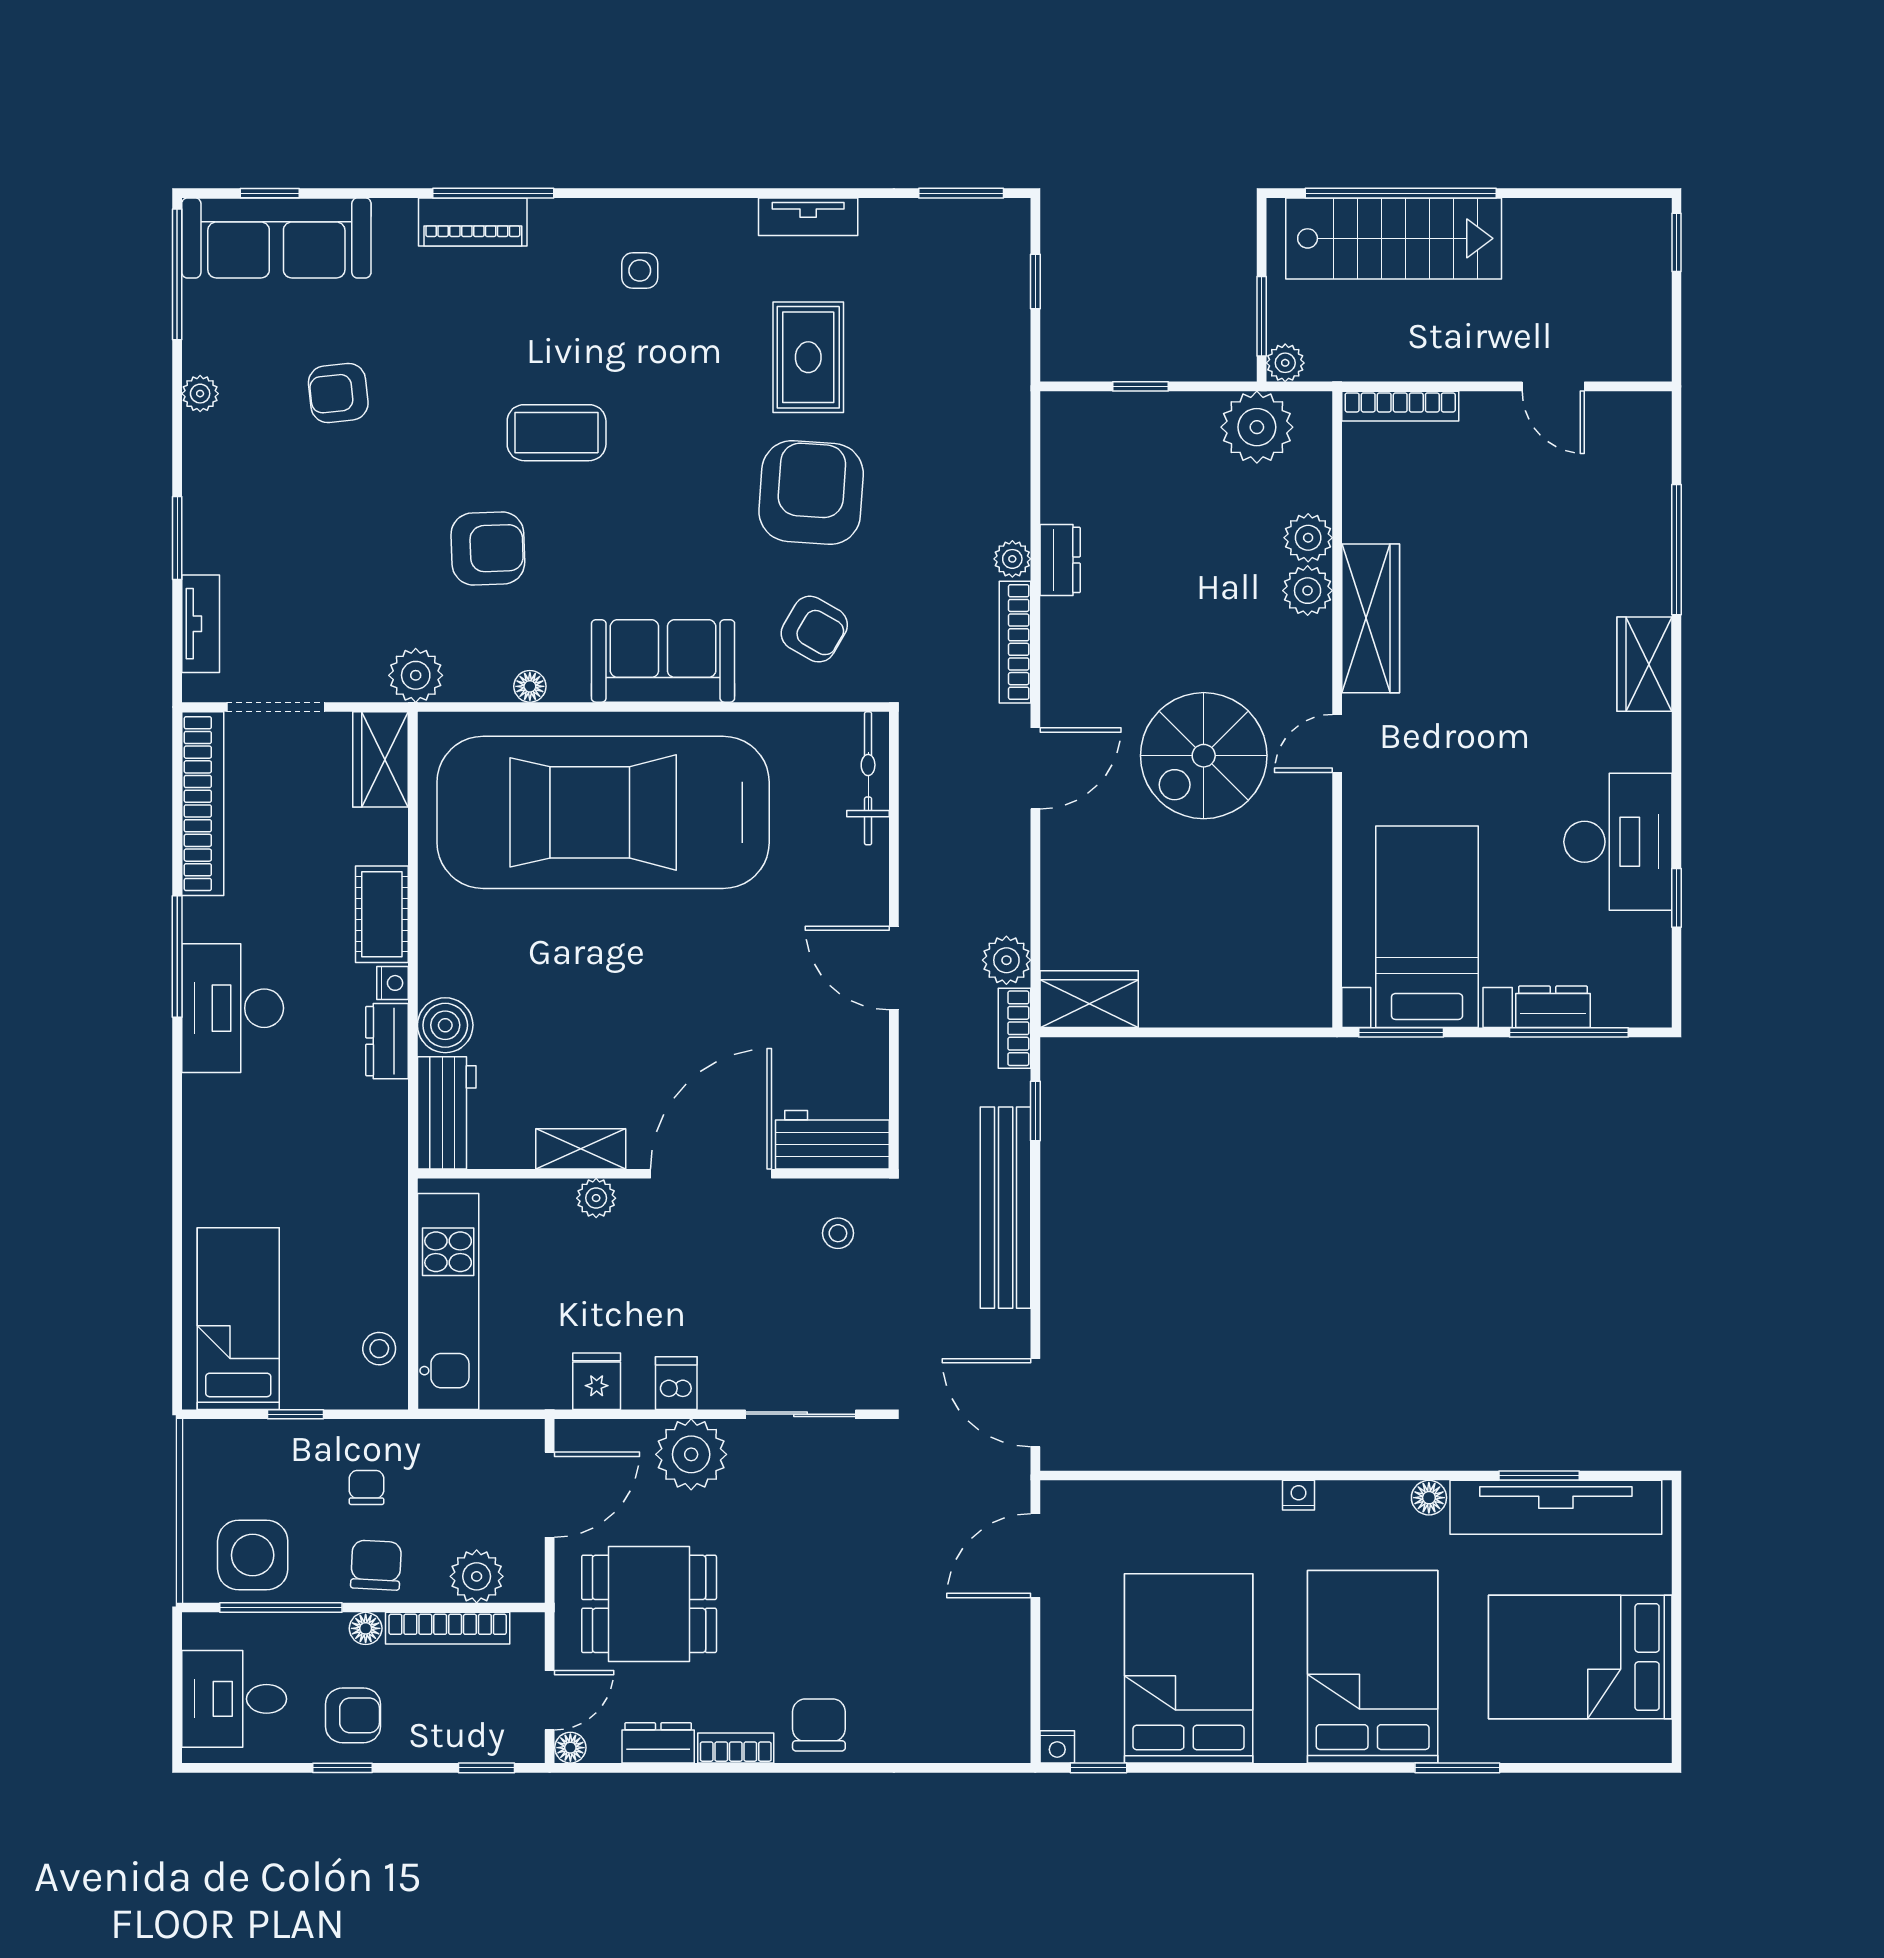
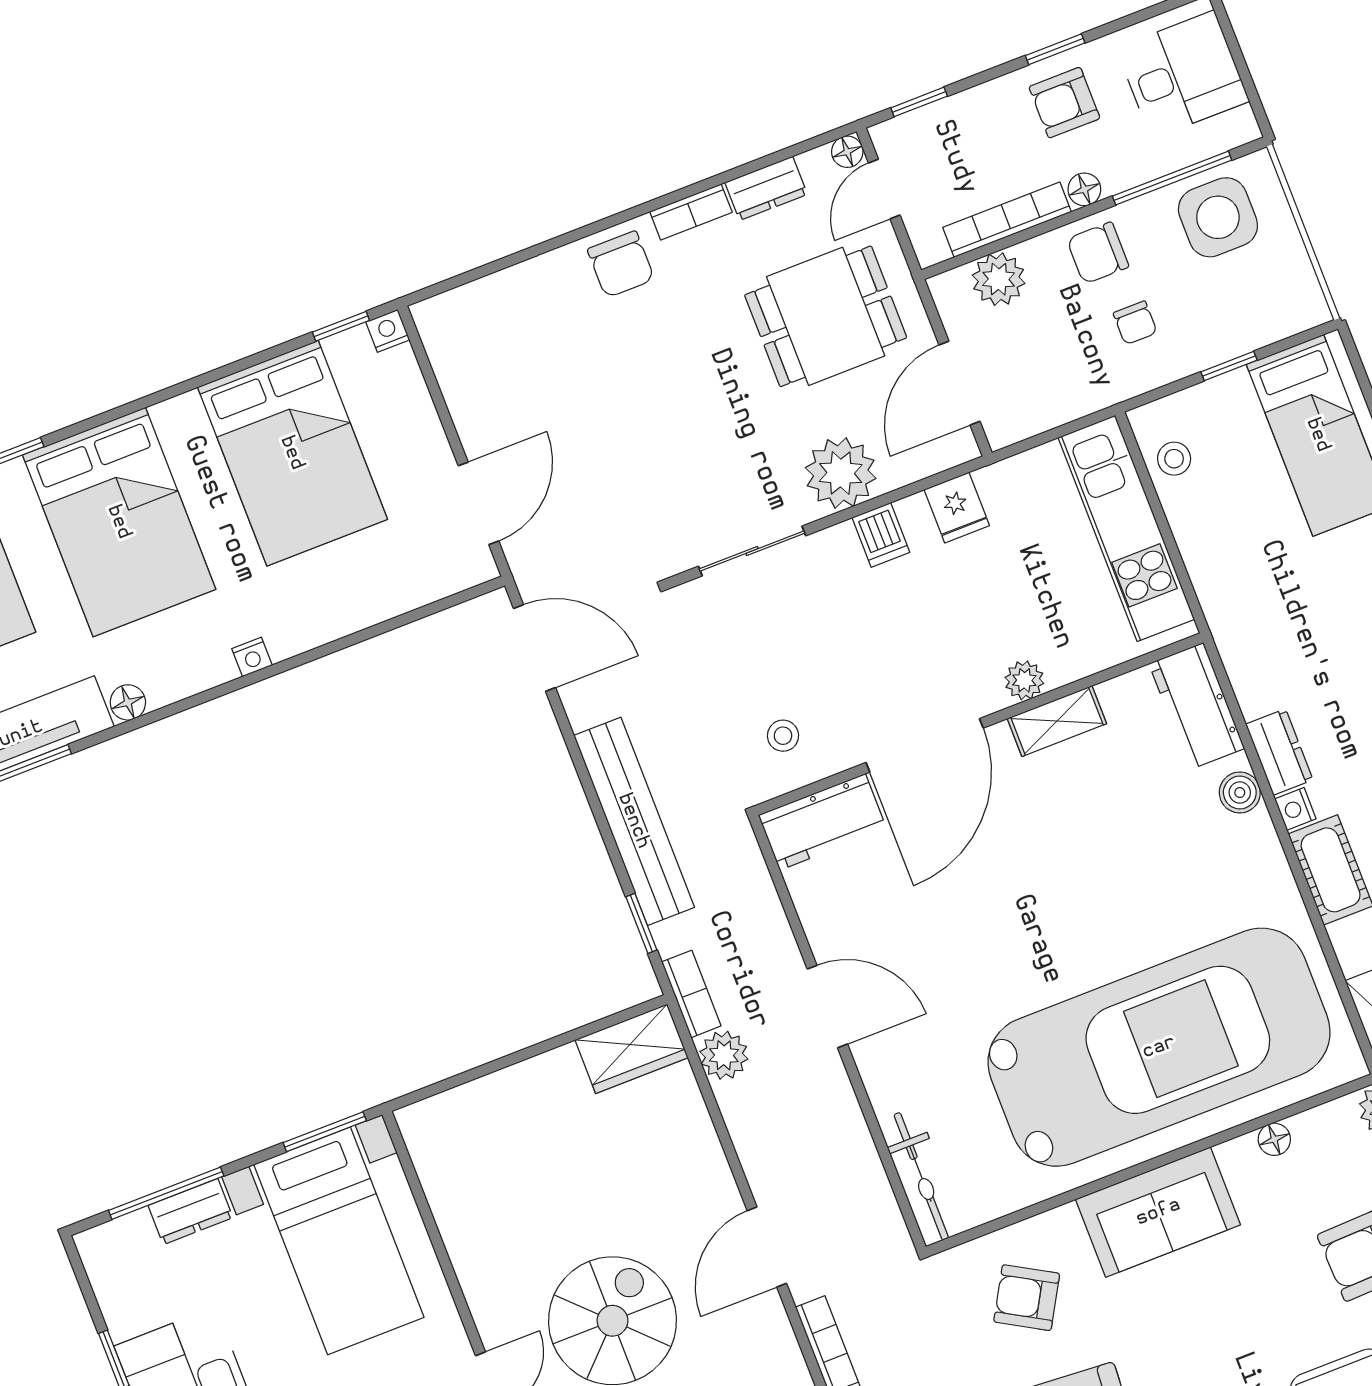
boiler: (445, 1025) -> (1240, 793), width x0.73, depth x0.73
chair: (376, 1565) -> (1098, 253), turned 87

